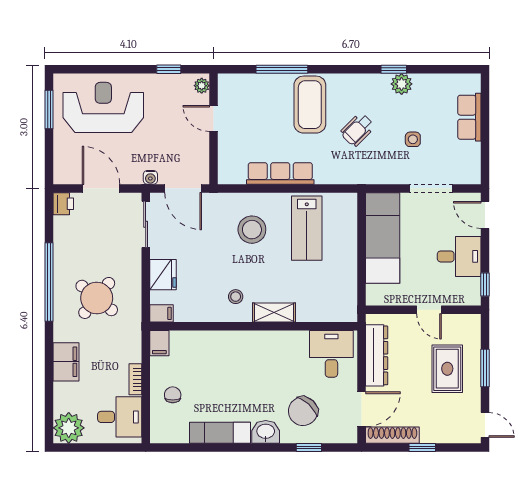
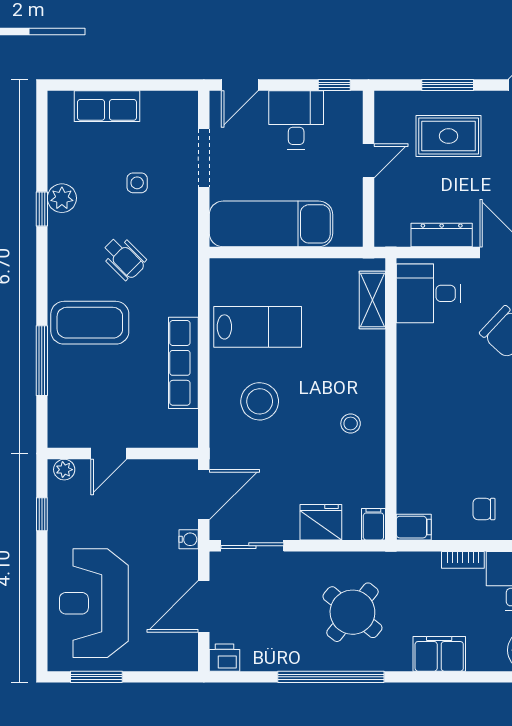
shelving: (274, 313) -> (372, 300), moved
dresser: (377, 355) -> (442, 235), width x0.73, depth x0.80

